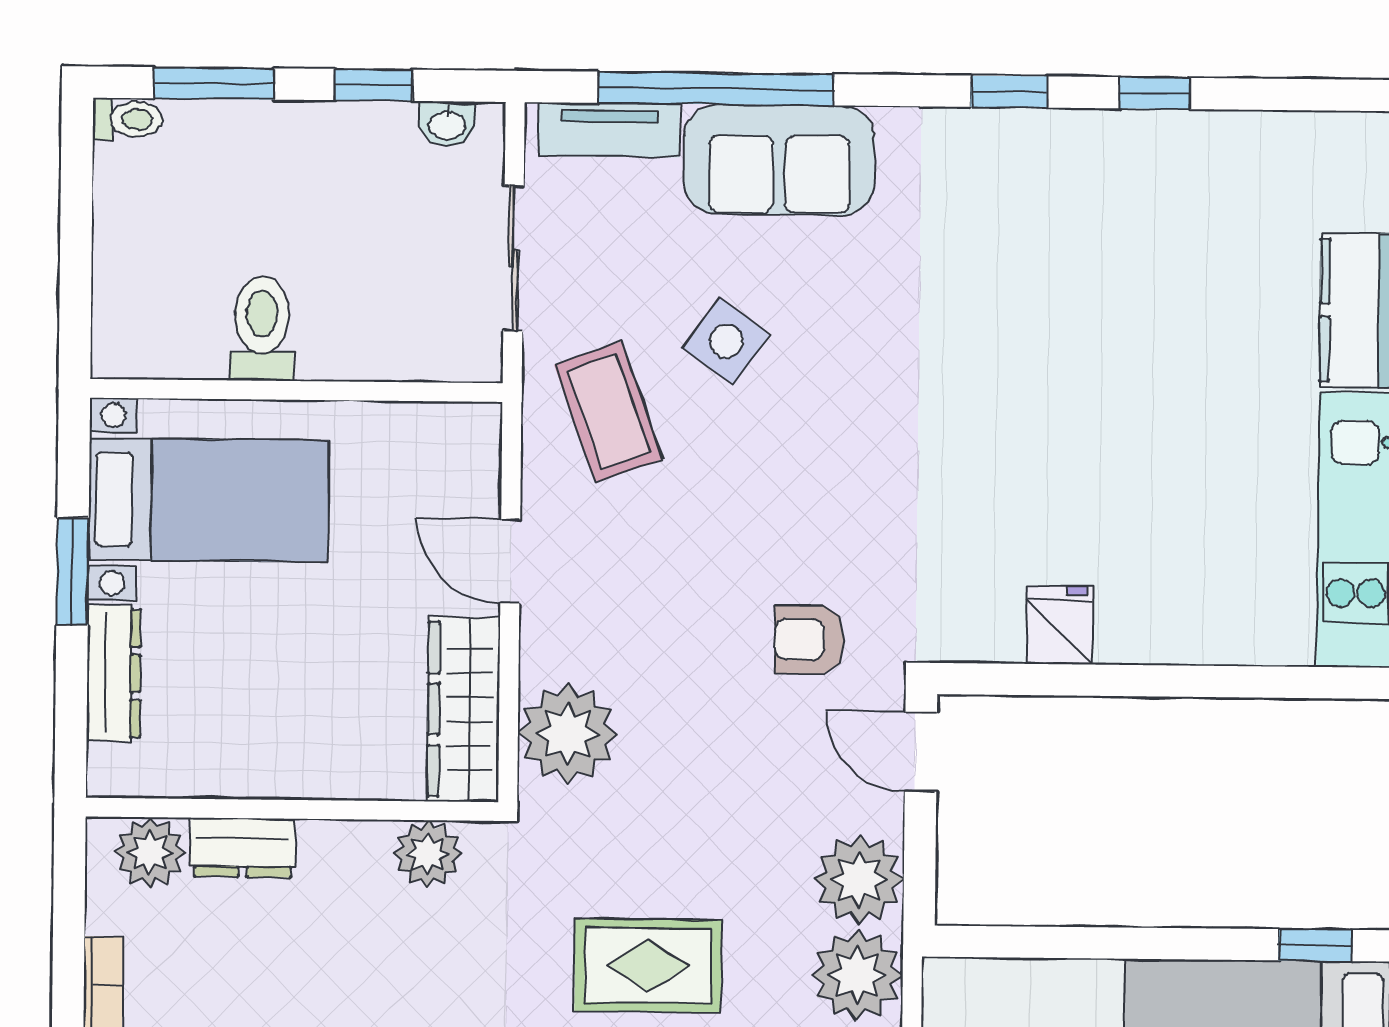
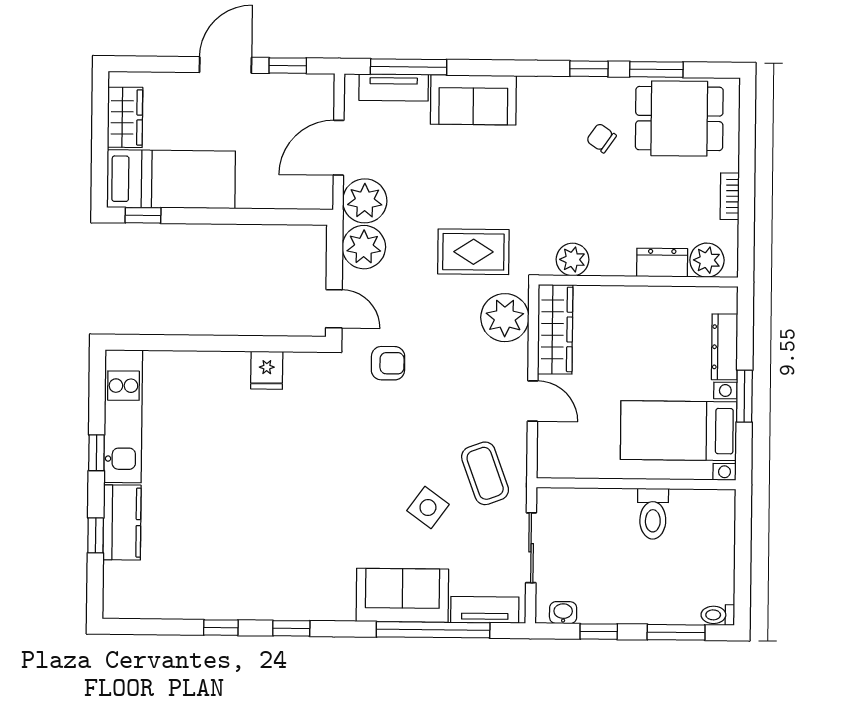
rug: (648, 965) -> (473, 252), moved

